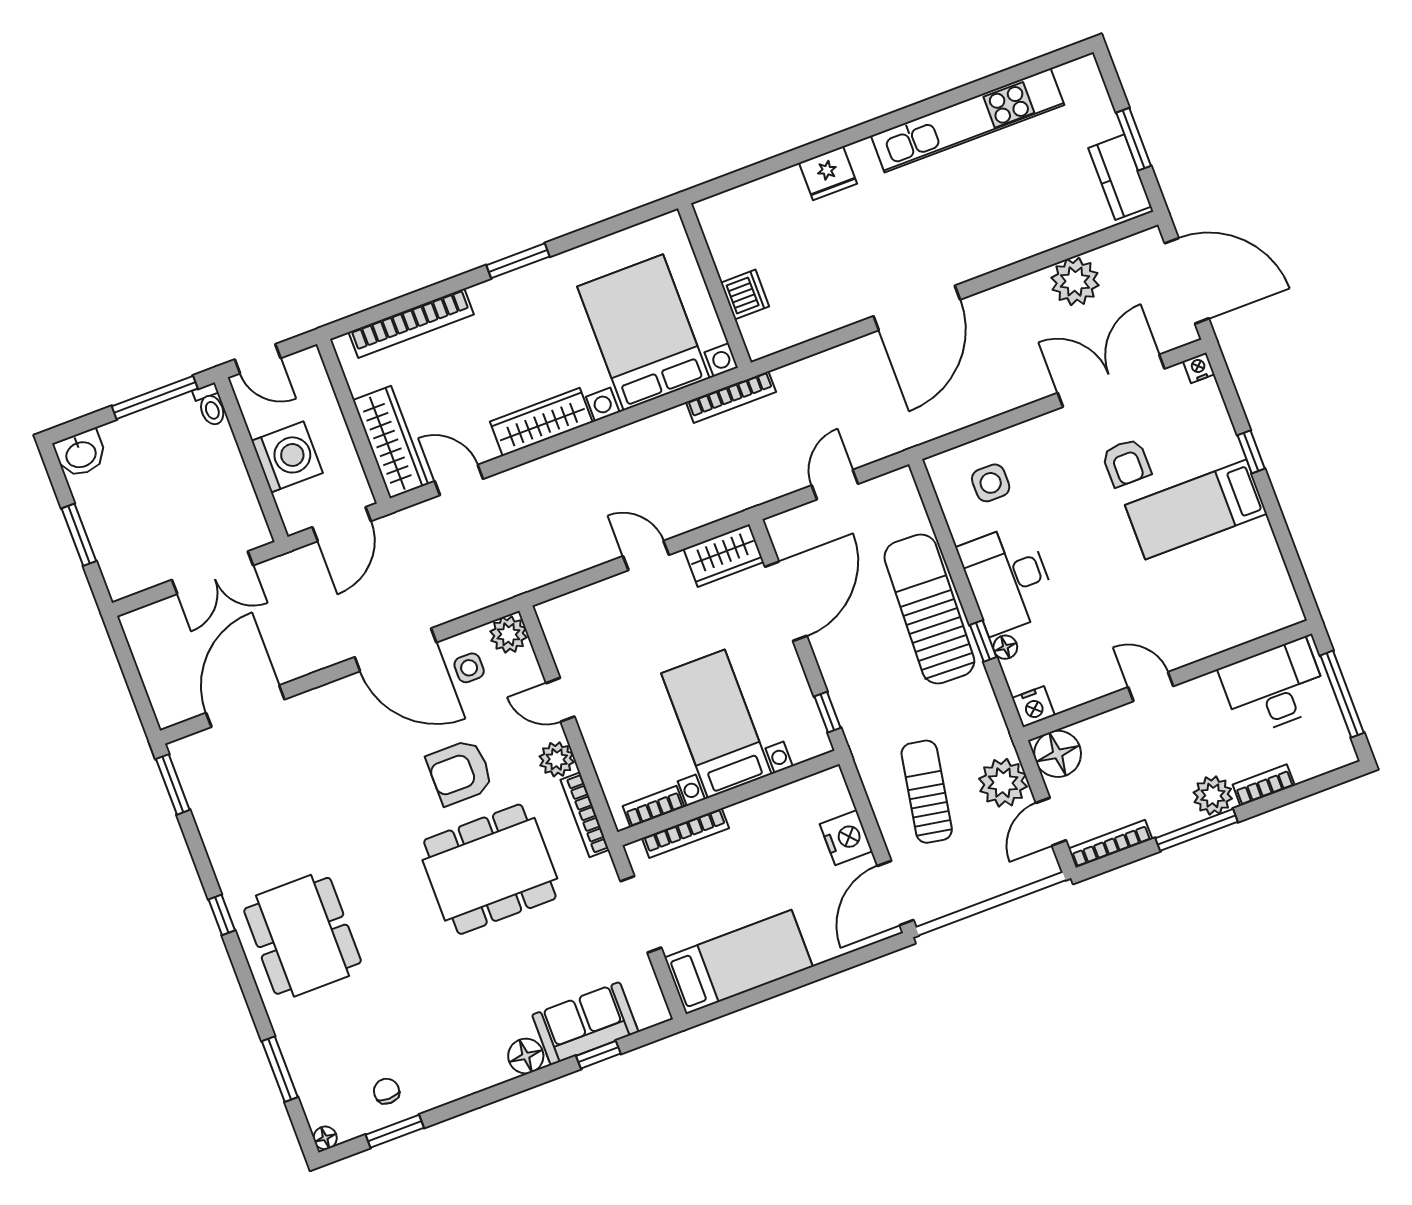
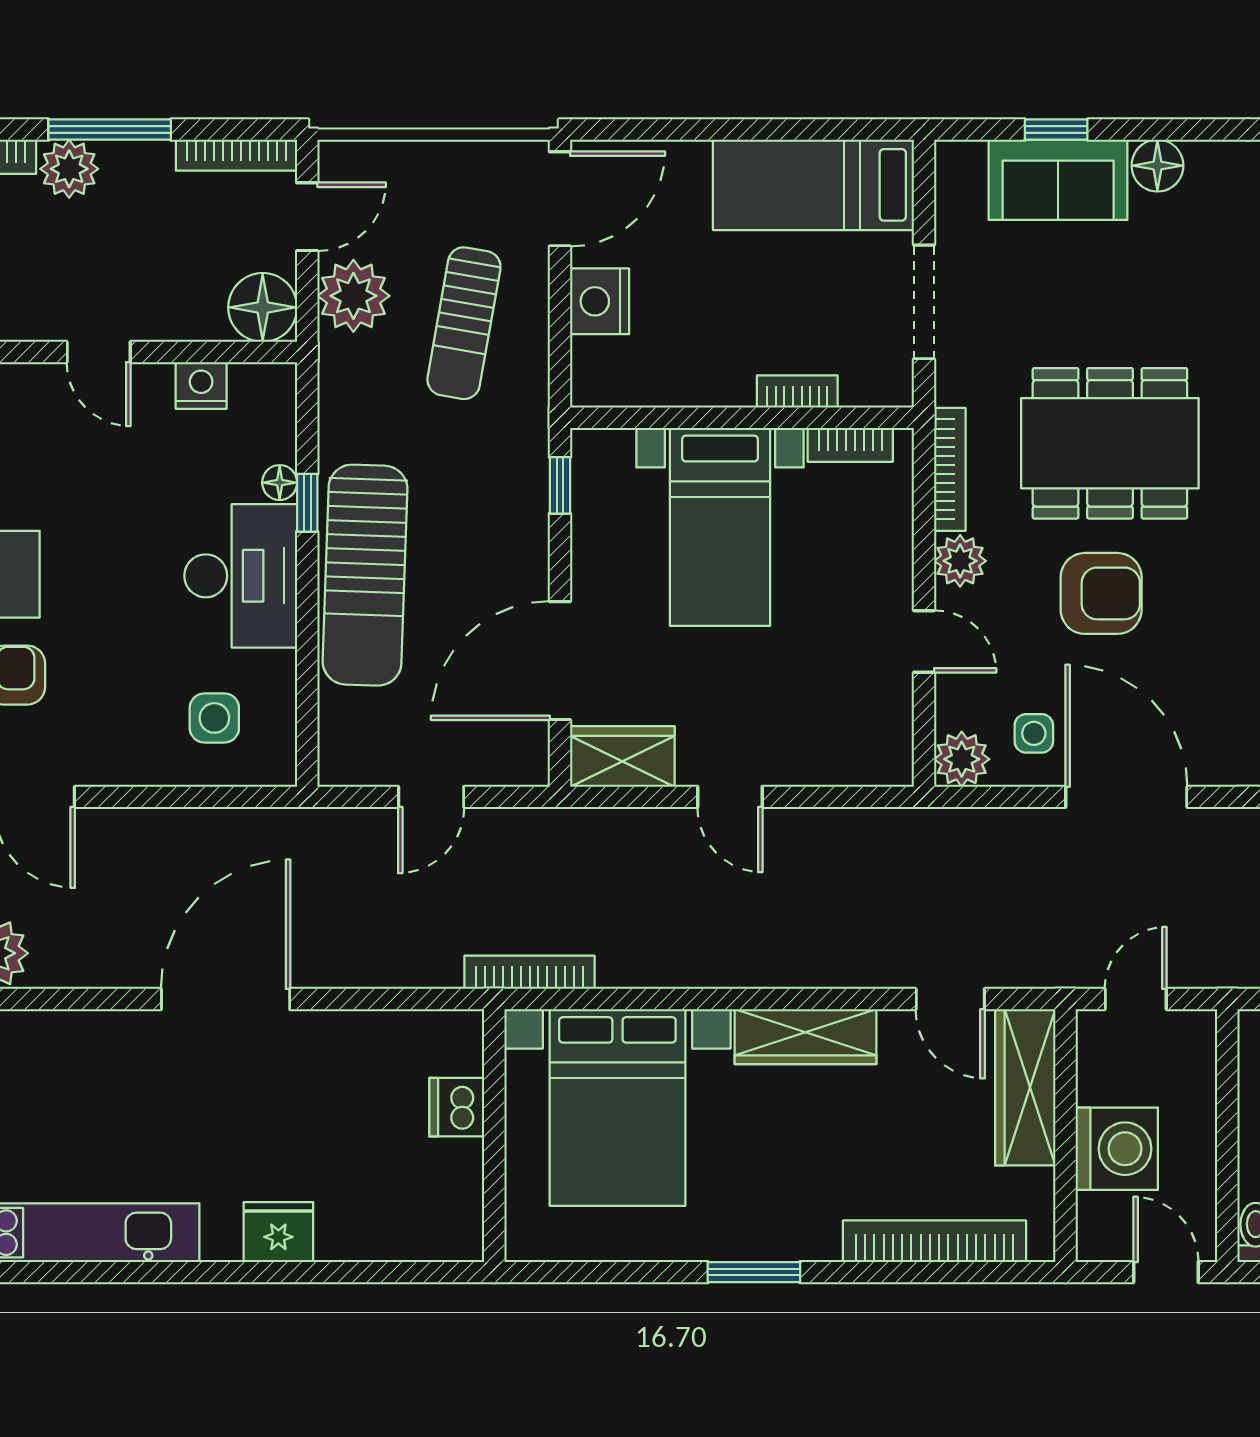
washing machine: (287, 457) -> (1117, 1149), moved, turned 180
door: (342, 524) -> (1136, 999), width x0.73
nightstand: (1033, 707) -> (201, 385), moved
bookcase: (685, 833) -> (797, 391), width x0.64

